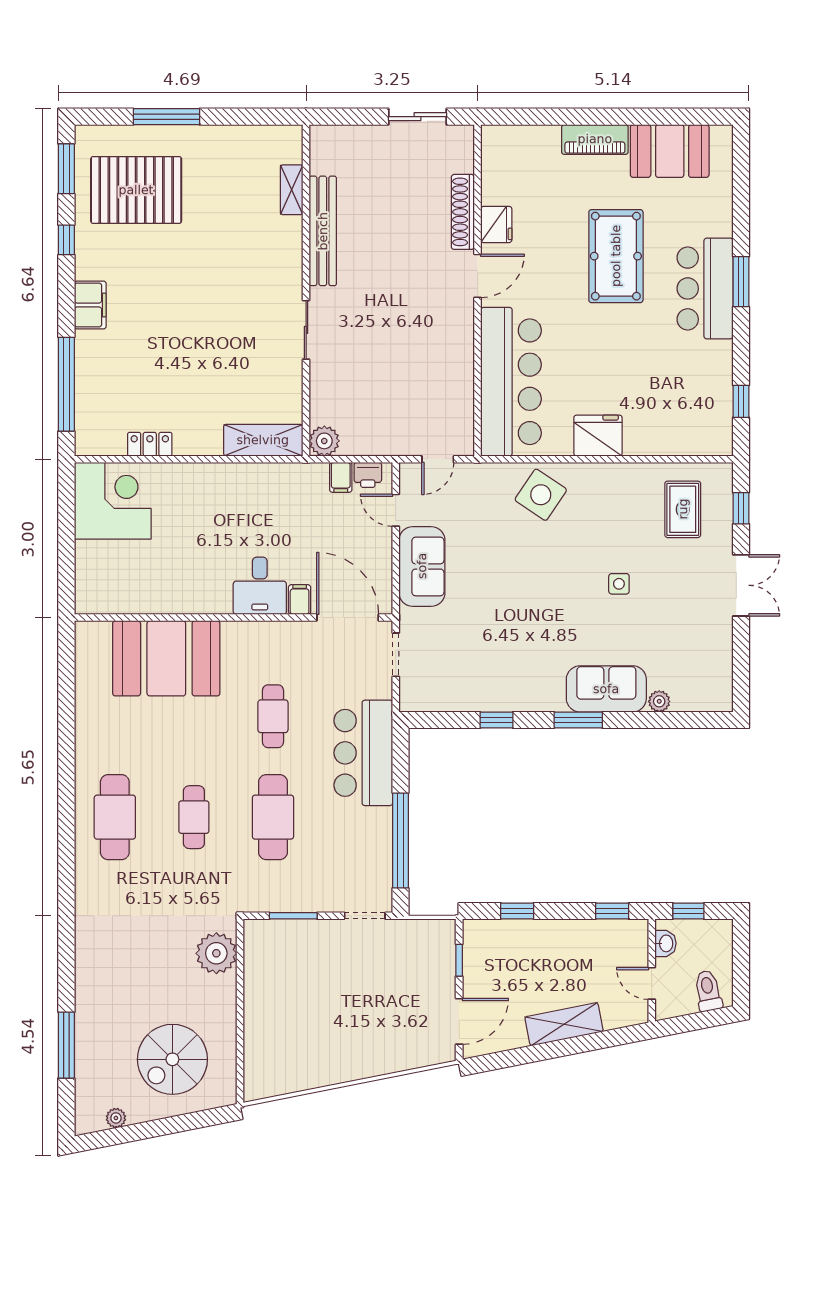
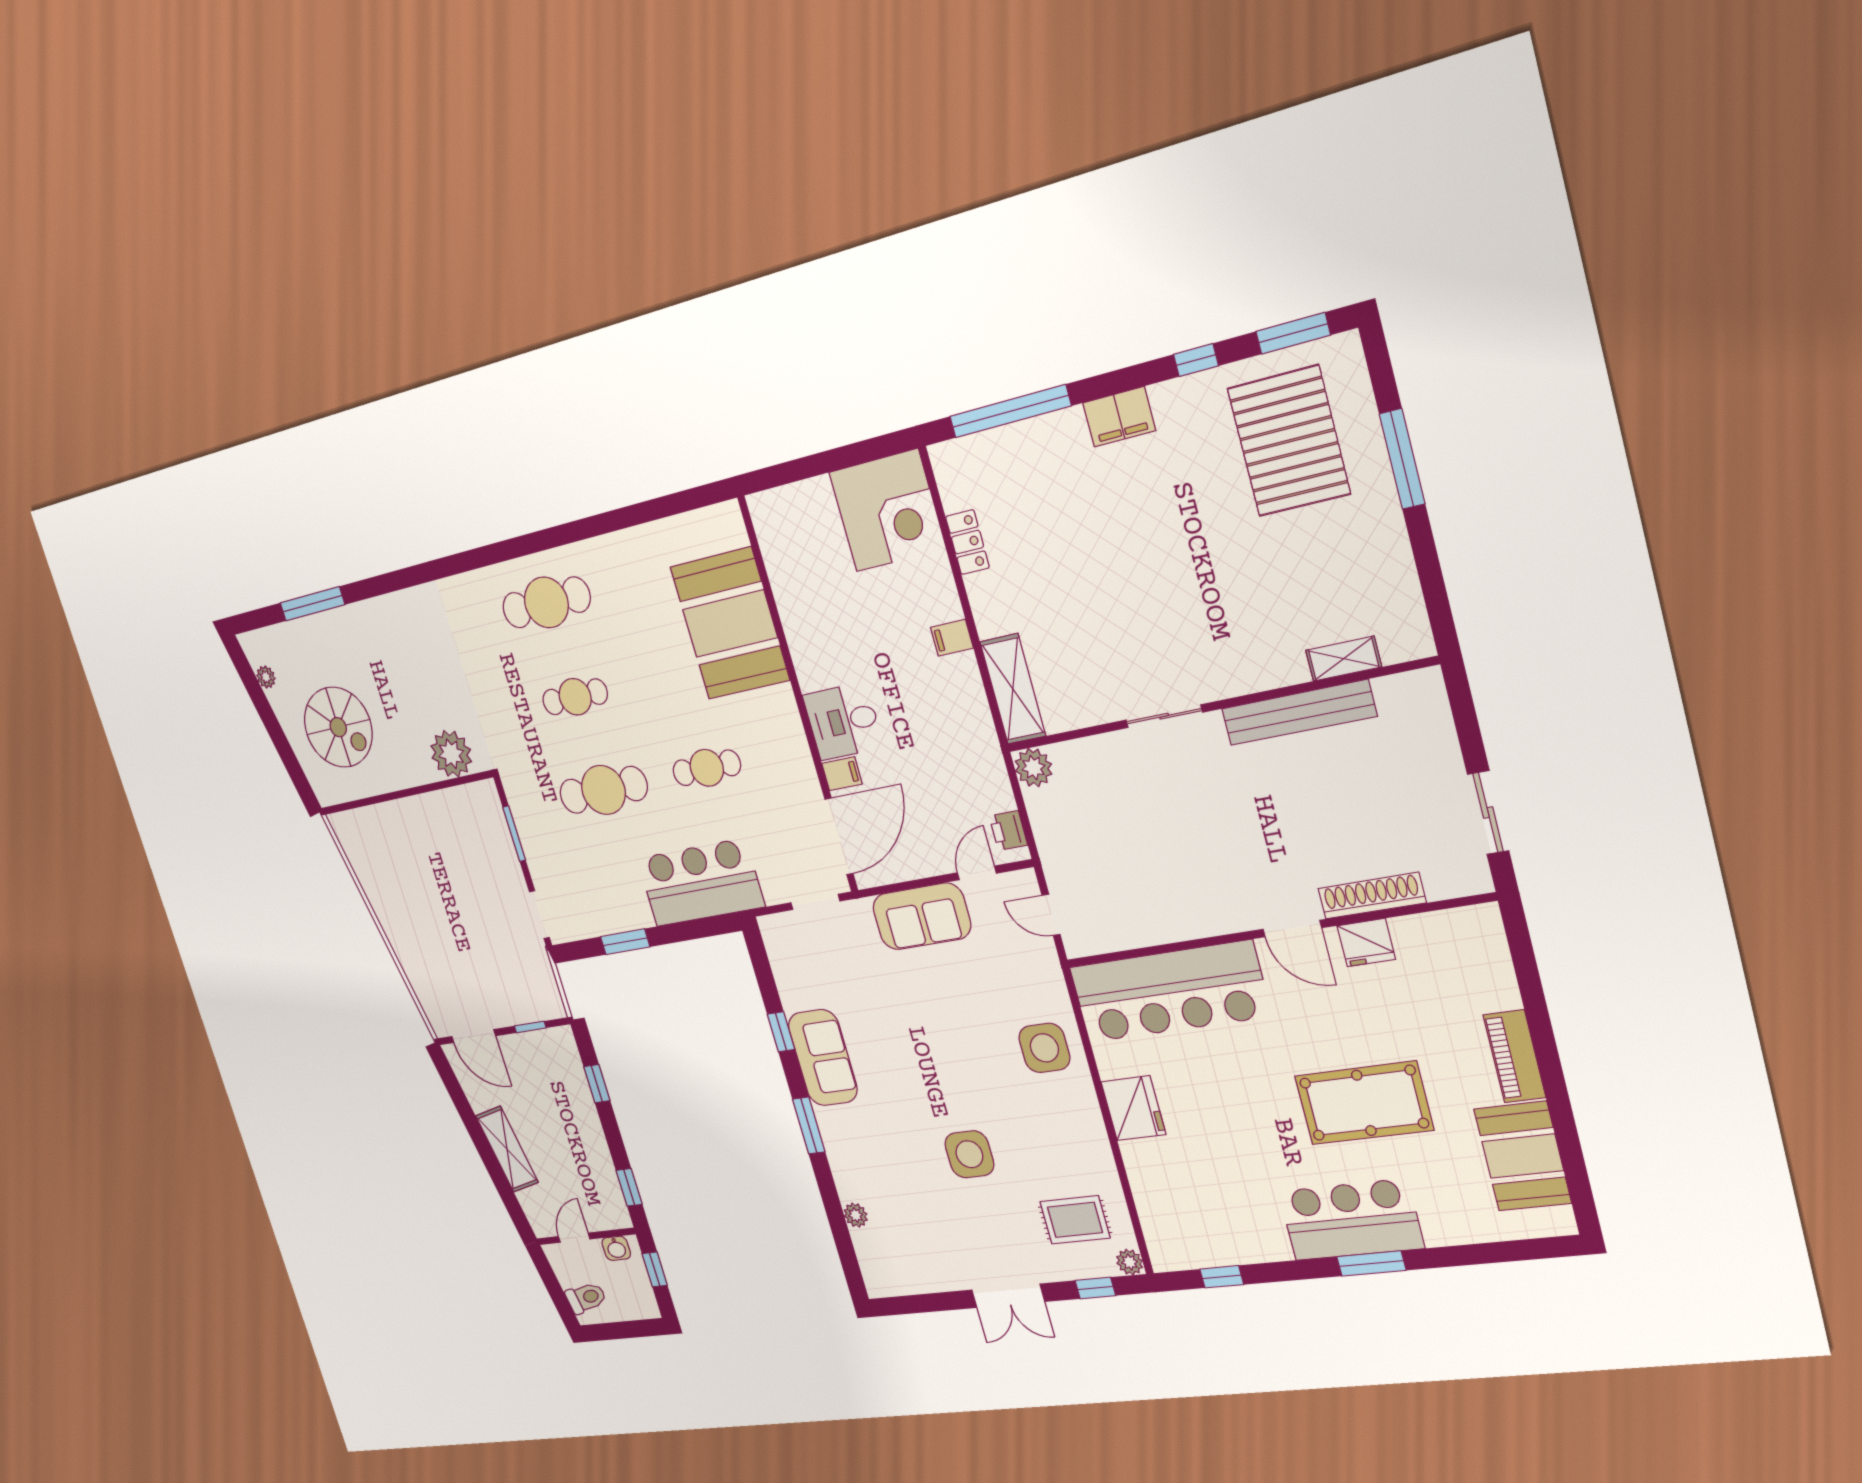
plant: (722, 473) -> (1130, 1262), added
filing cabinet: (341, 477) -> (952, 638), moved
side table: (541, 495) -> (1044, 1048), turned -34
side table: (619, 584) -> (969, 1154), width x1.87, depth x1.87
sofa: (606, 689) -> (823, 1058), moved
window: (400, 841) -> (625, 942), width x0.47
spiral stairs: (172, 1059) -> (338, 727), turned 180

